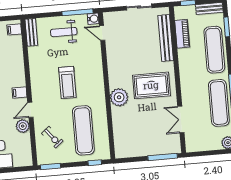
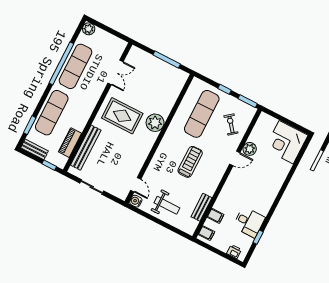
window: (78, 12) -> (145, 215), removed
bench: (31, 32) -> (201, 207), moved
filing cabinet: (20, 92) -> (216, 216), moved
window: (163, 157) -> (167, 59), moved
window: (95, 163) -> (225, 89), moved

